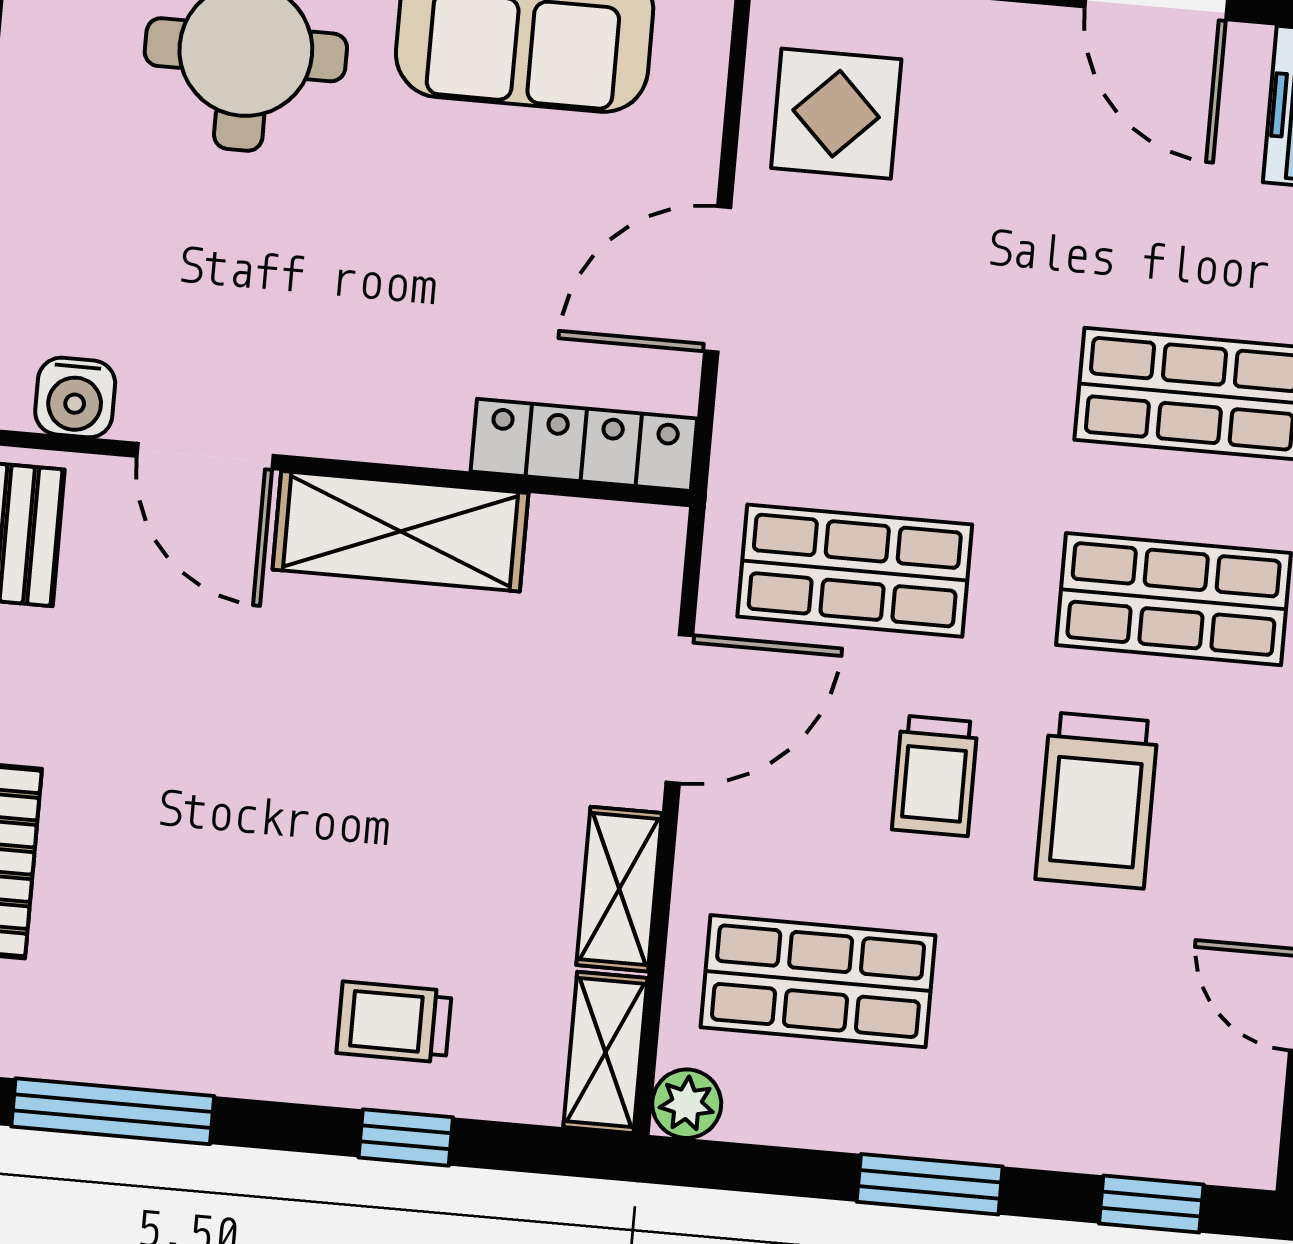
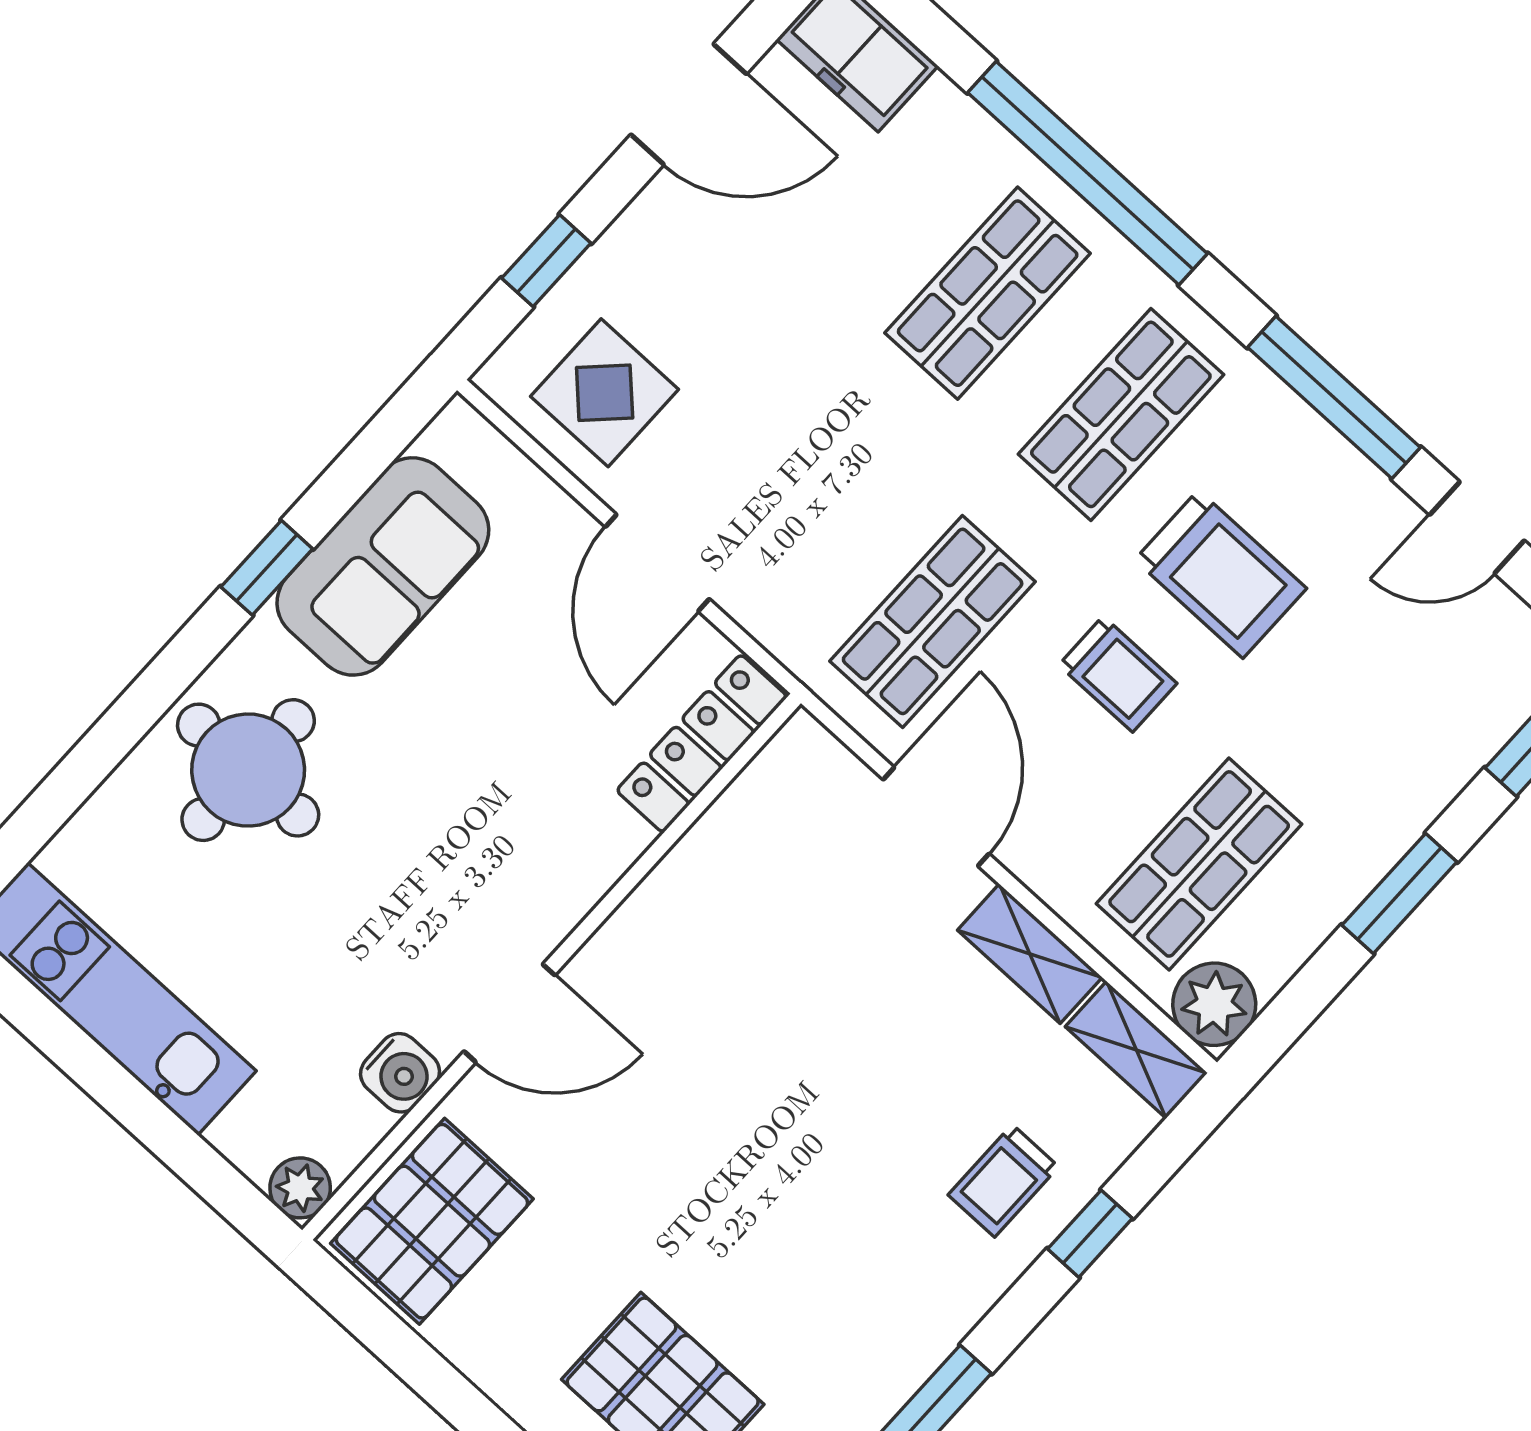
shelving: (400, 531) -> (665, 917), removed
plant: (687, 1104) -> (1214, 1004), width x1.38, depth x1.38

